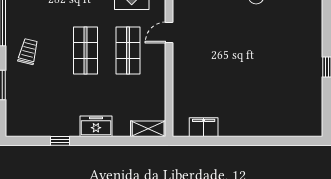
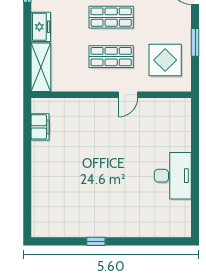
door: (169, 33) -> (128, 95), swing flipped
shelving: (148, 129) -> (41, 67), width x1.50, depth x1.33

